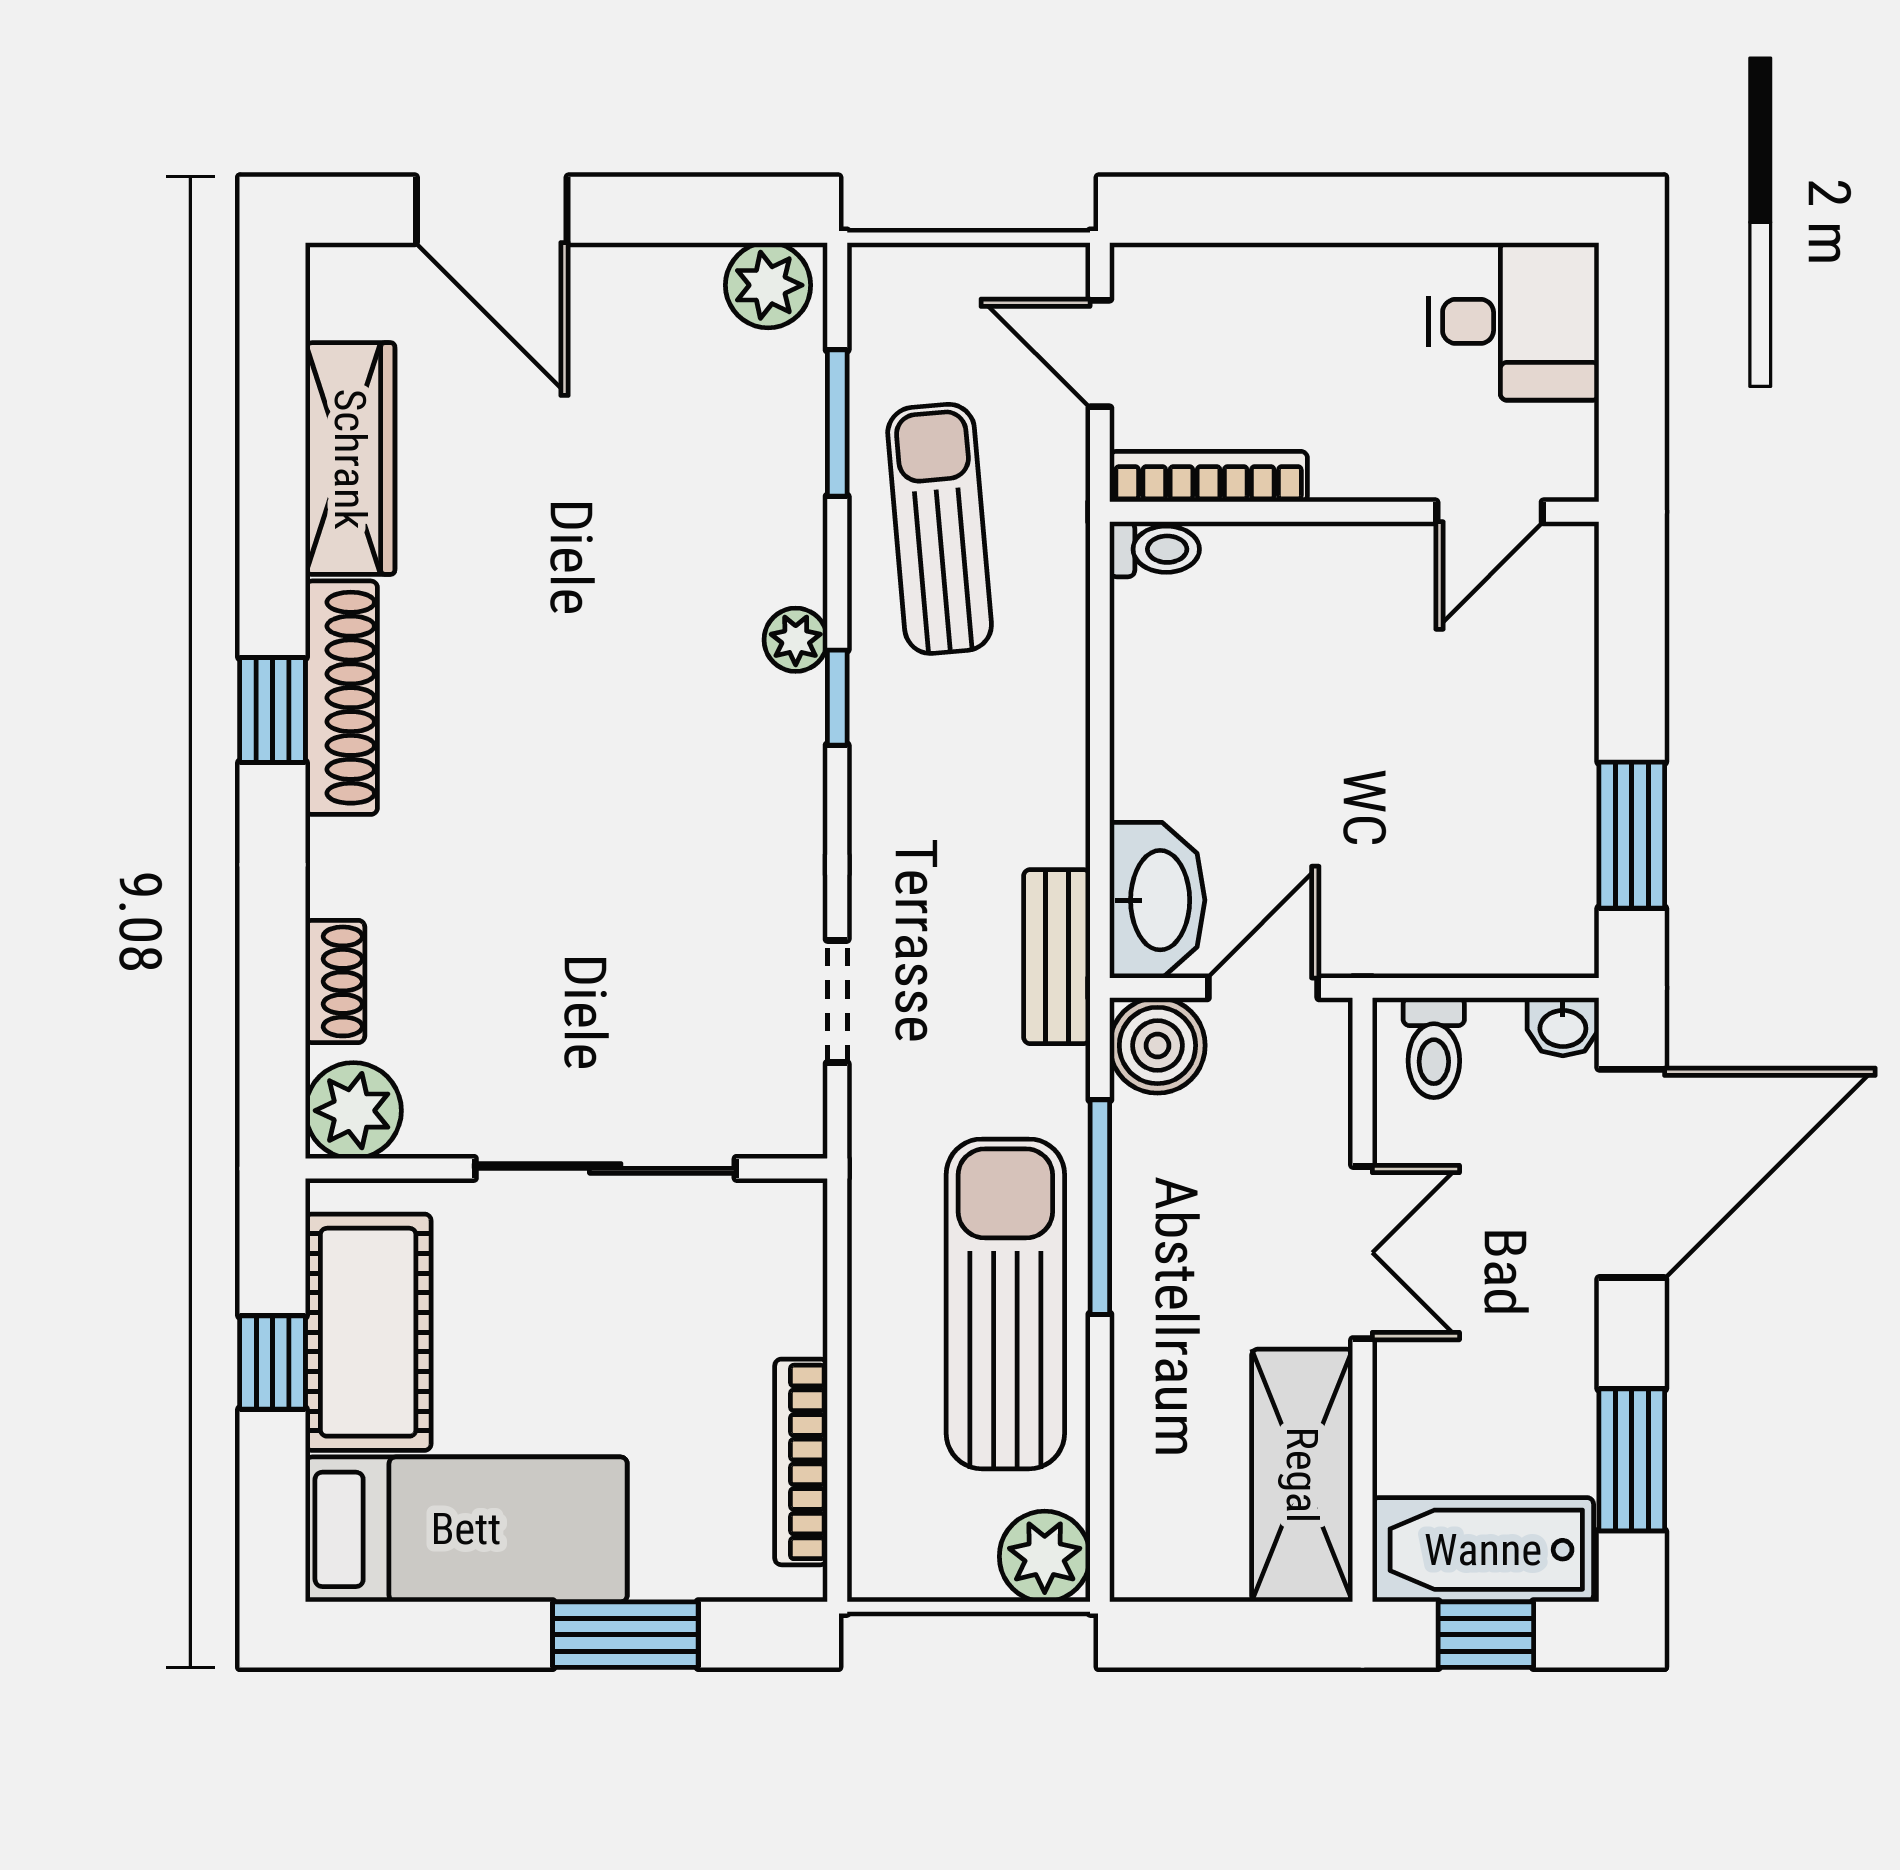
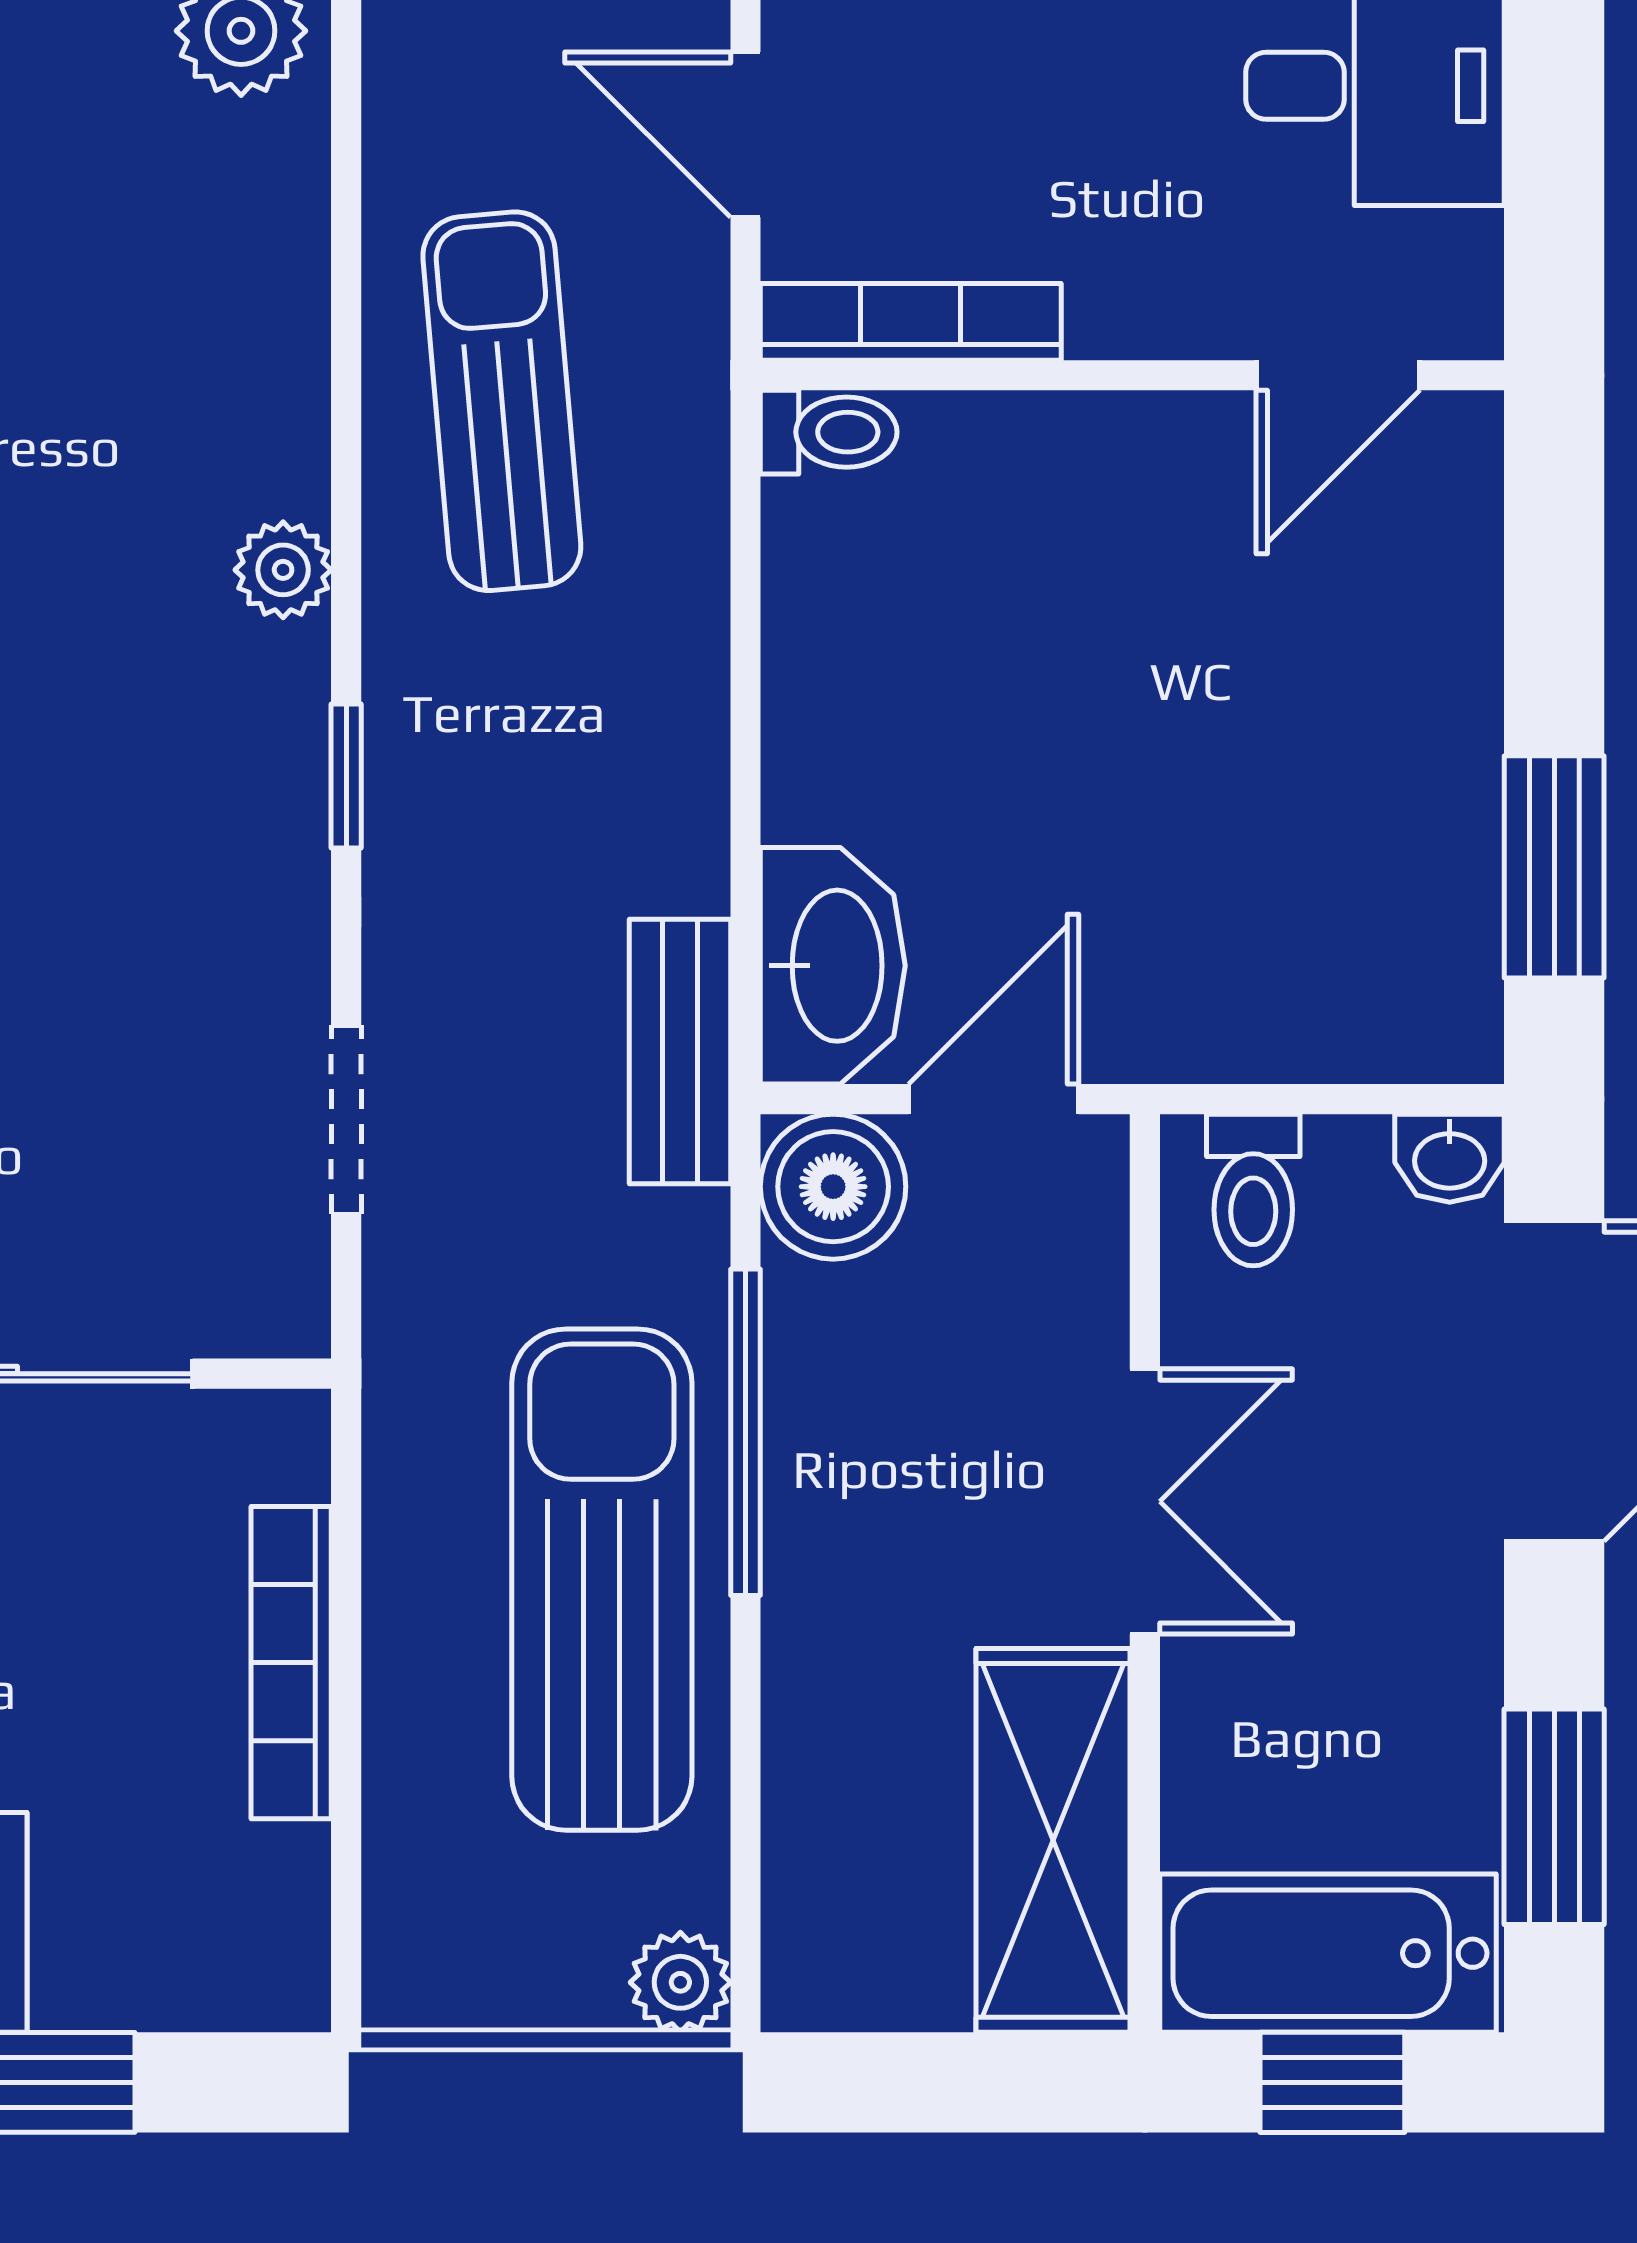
window: (837, 423) -> (346, 240), removed
window: (837, 698) -> (346, 776), moved
bookcase: (801, 1462) -> (291, 1663), moved
plant: (1045, 1556) -> (680, 1982), width x0.73, depth x0.73

